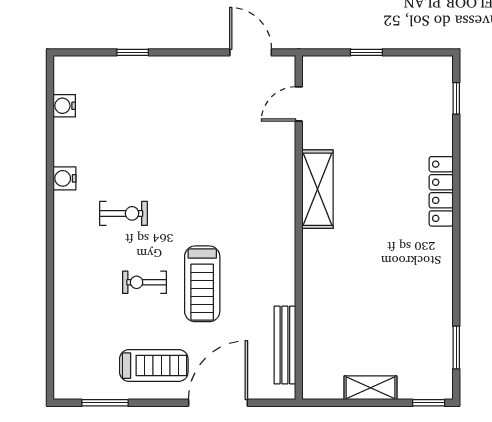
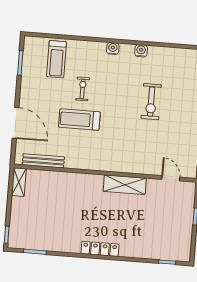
water cooler: (64, 106) -> (113, 48), moved
locker: (441, 191) -> (100, 249), moved
exercise bike: (123, 213) -> (151, 102), moved, width x1.38, depth x1.39
treadmill: (154, 366) -> (57, 59), moved
shelving: (370, 388) -> (19, 182), moved

